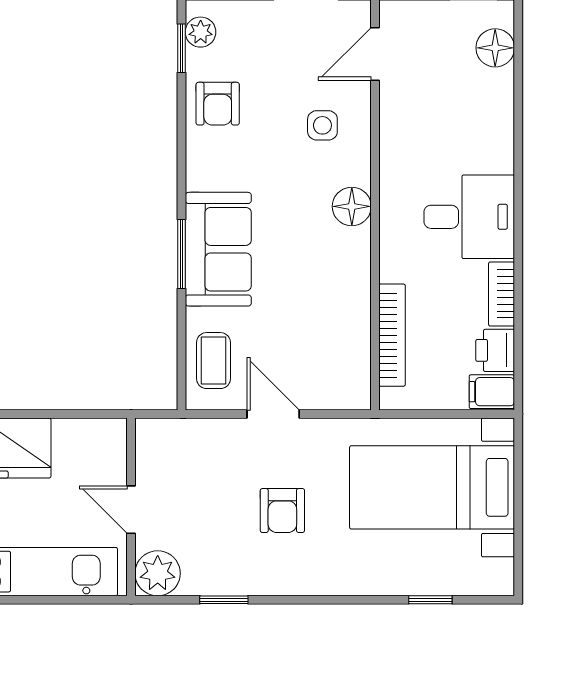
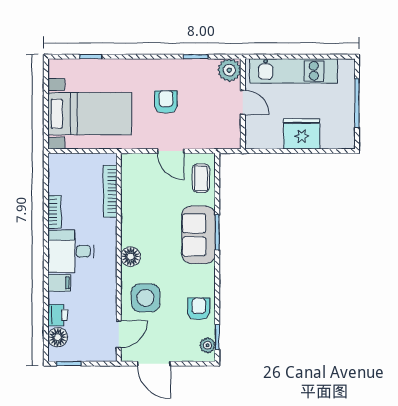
side table: (322, 125) -> (146, 298), width x1.87, depth x1.87
printer: (495, 350) -> (58, 315), moved
filing cabinet: (492, 392) -> (59, 283), moved

